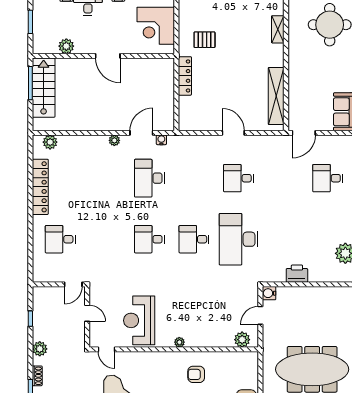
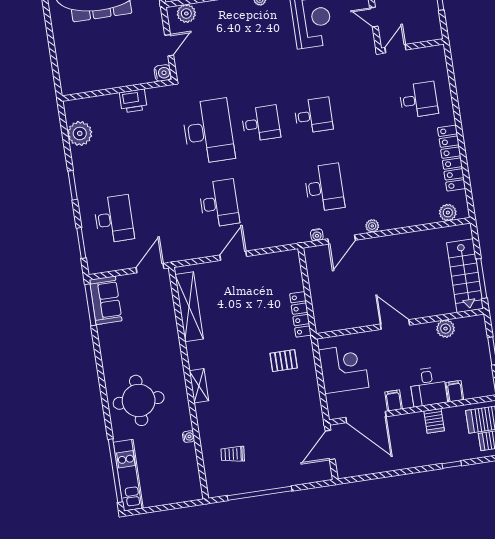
door: (233, 133) -> (233, 256), swing flipped
desk: (239, 178) -> (219, 203), width x1.37
desk: (328, 178) -> (114, 219), width x1.37

